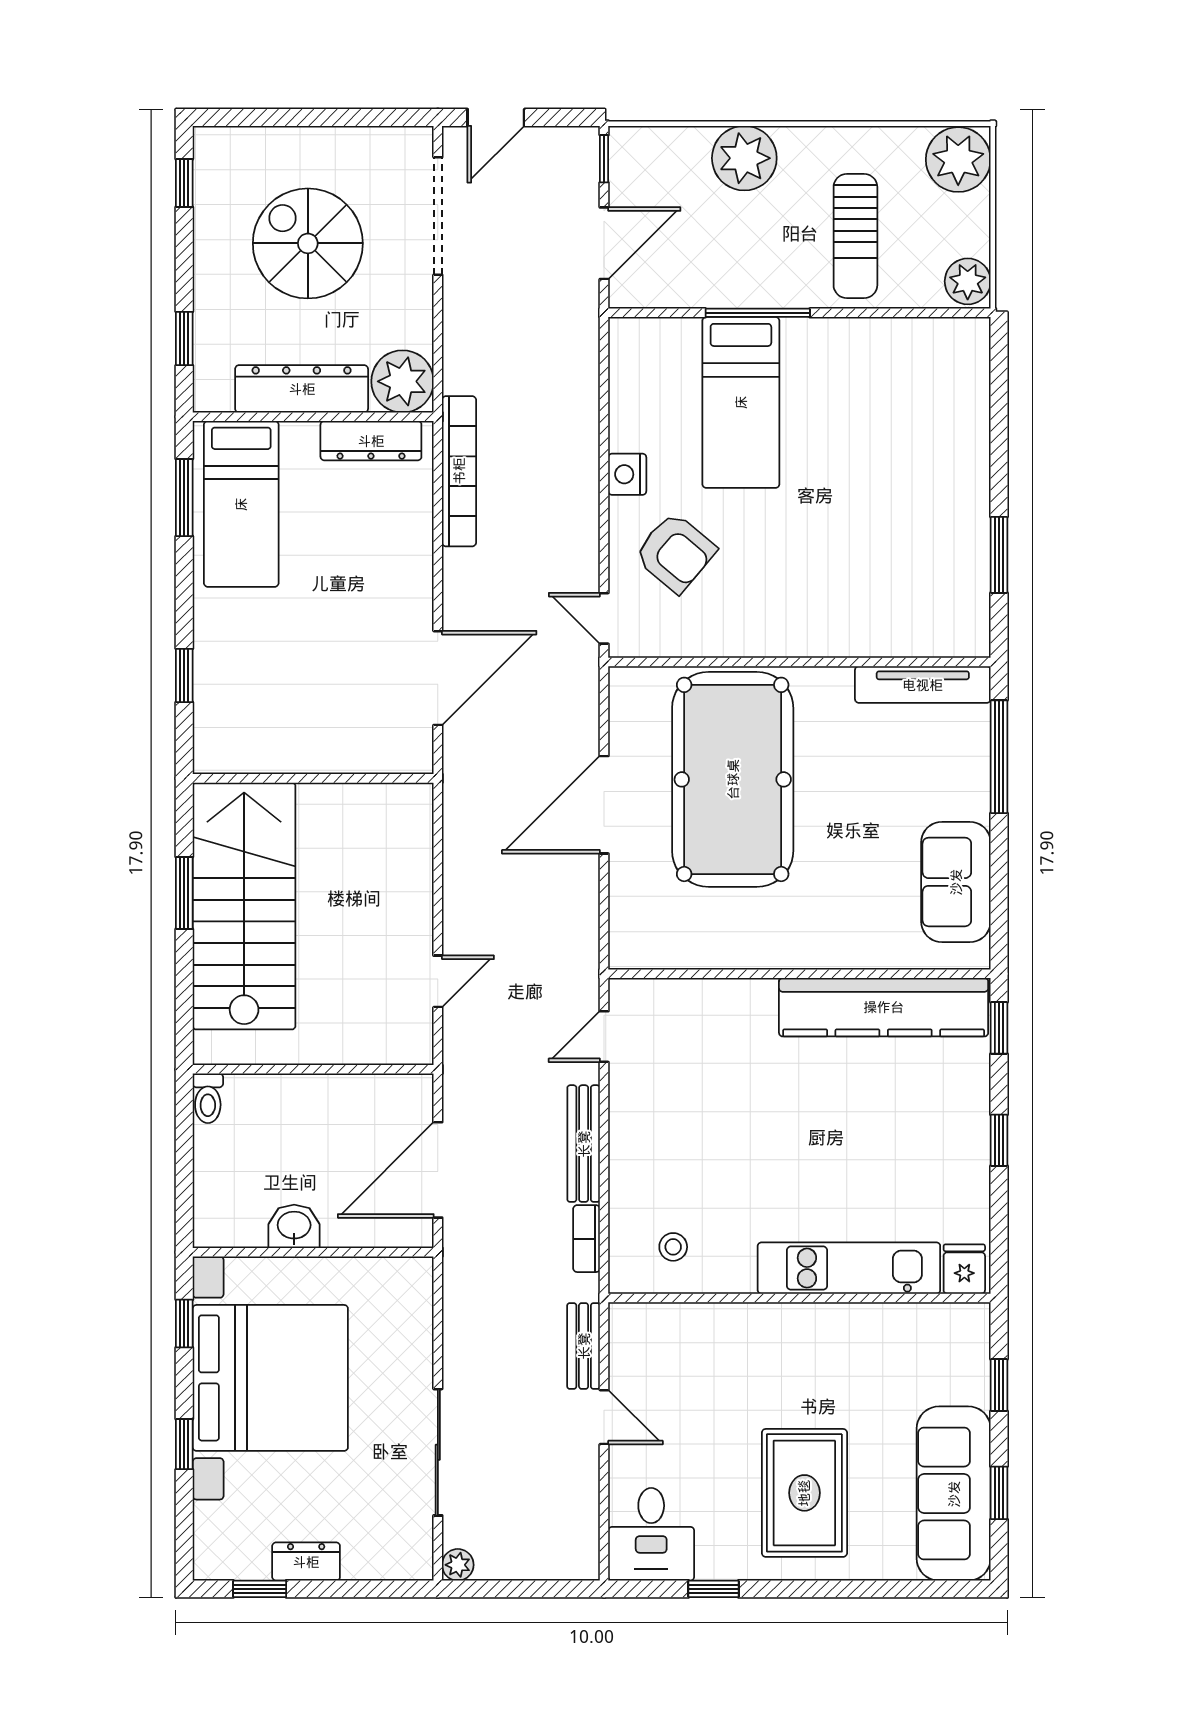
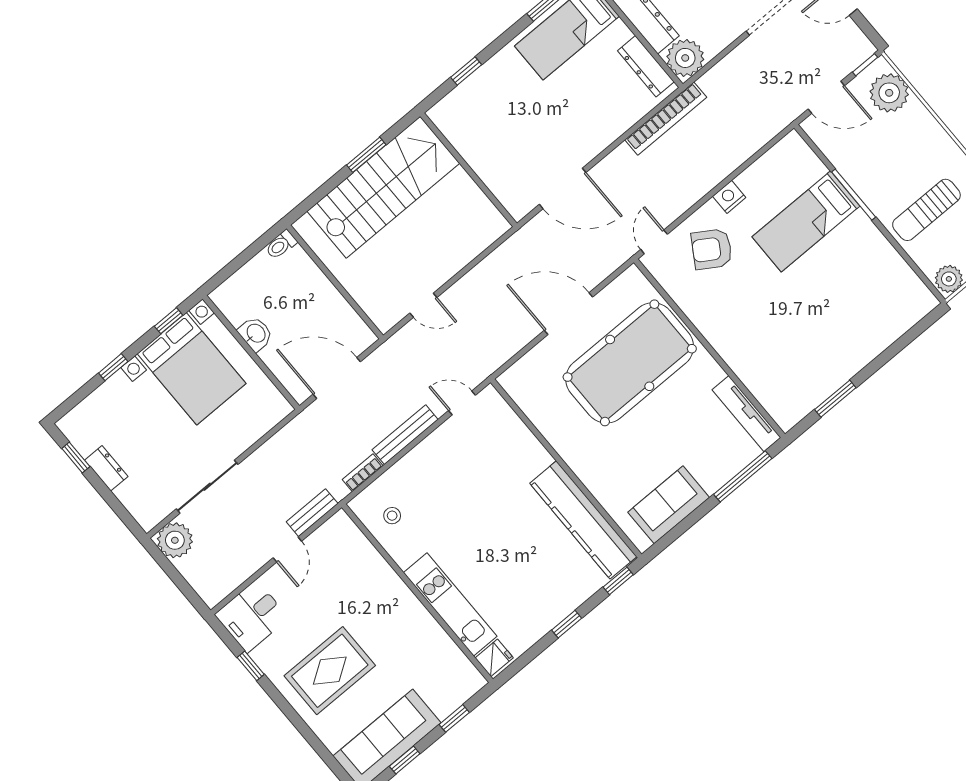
plant: (744, 158) -> (889, 93), moved
armchair: (675, 553) -> (712, 249), turned 82
bed with nightstands: (270, 1378) -> (192, 369), width x0.73
plant: (458, 1565) -> (175, 540), width x1.88, depth x1.88

